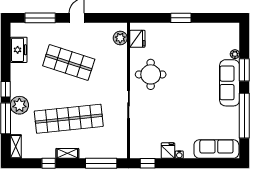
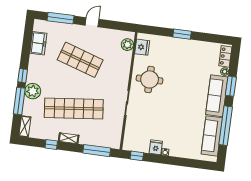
locker: (233, 37) -> (225, 56), added
sofa: (216, 149) -> (212, 136), moved, turned -90

